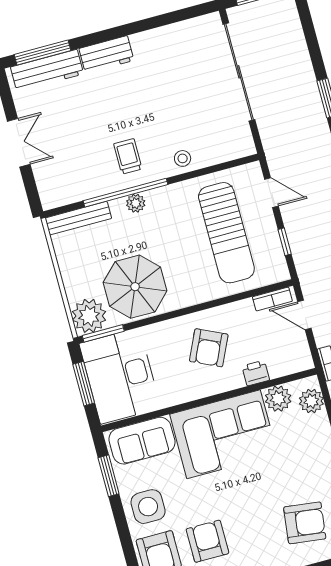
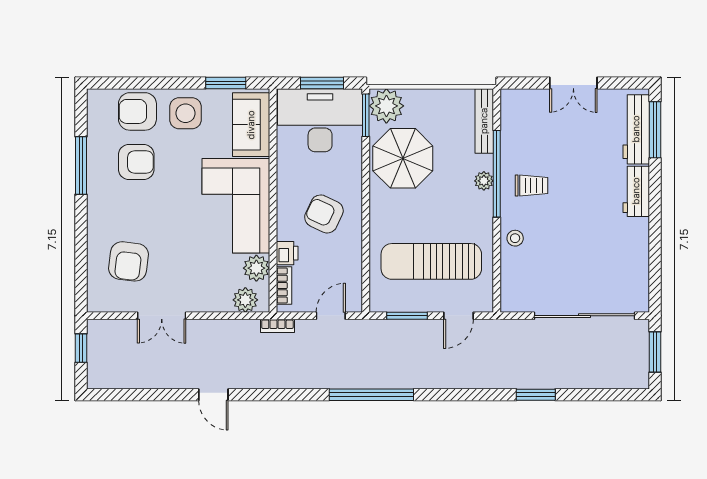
window: (285, 242) -> (407, 316), width x1.50
bookcase: (272, 299) -> (284, 286), moved, turned 180

